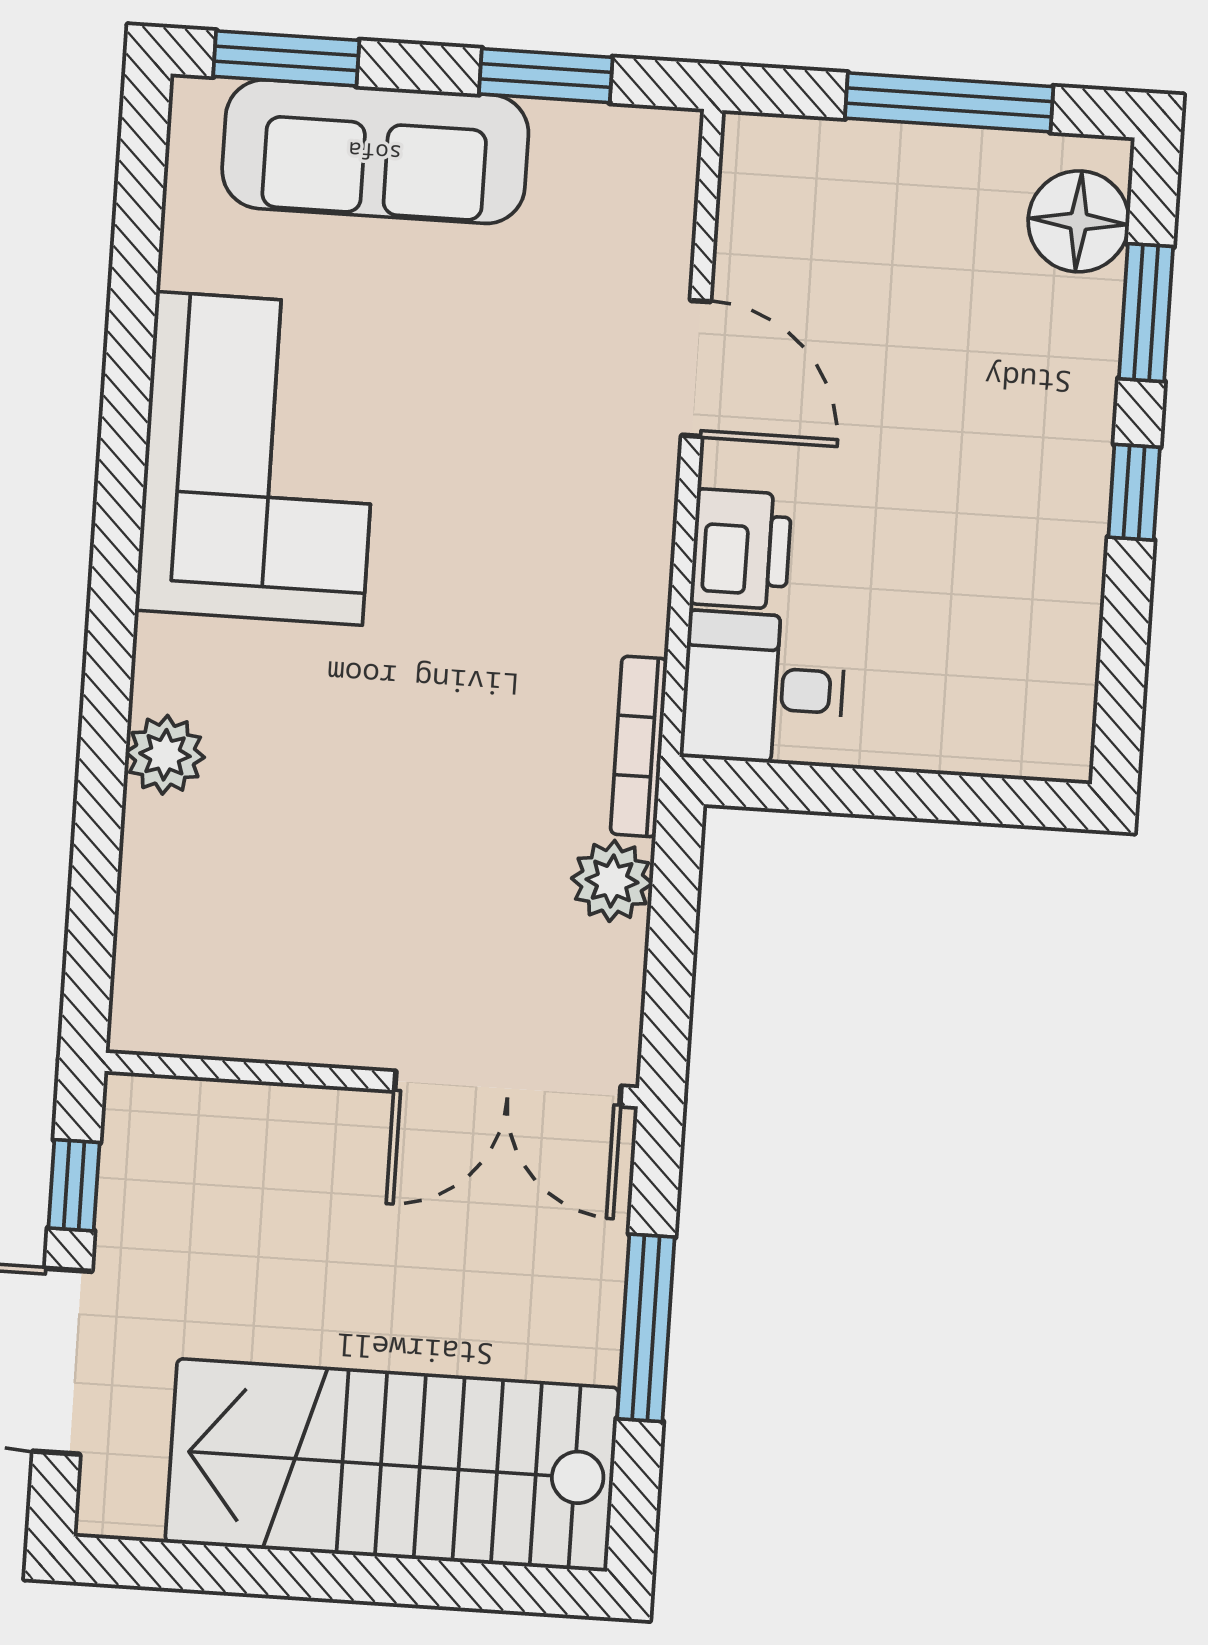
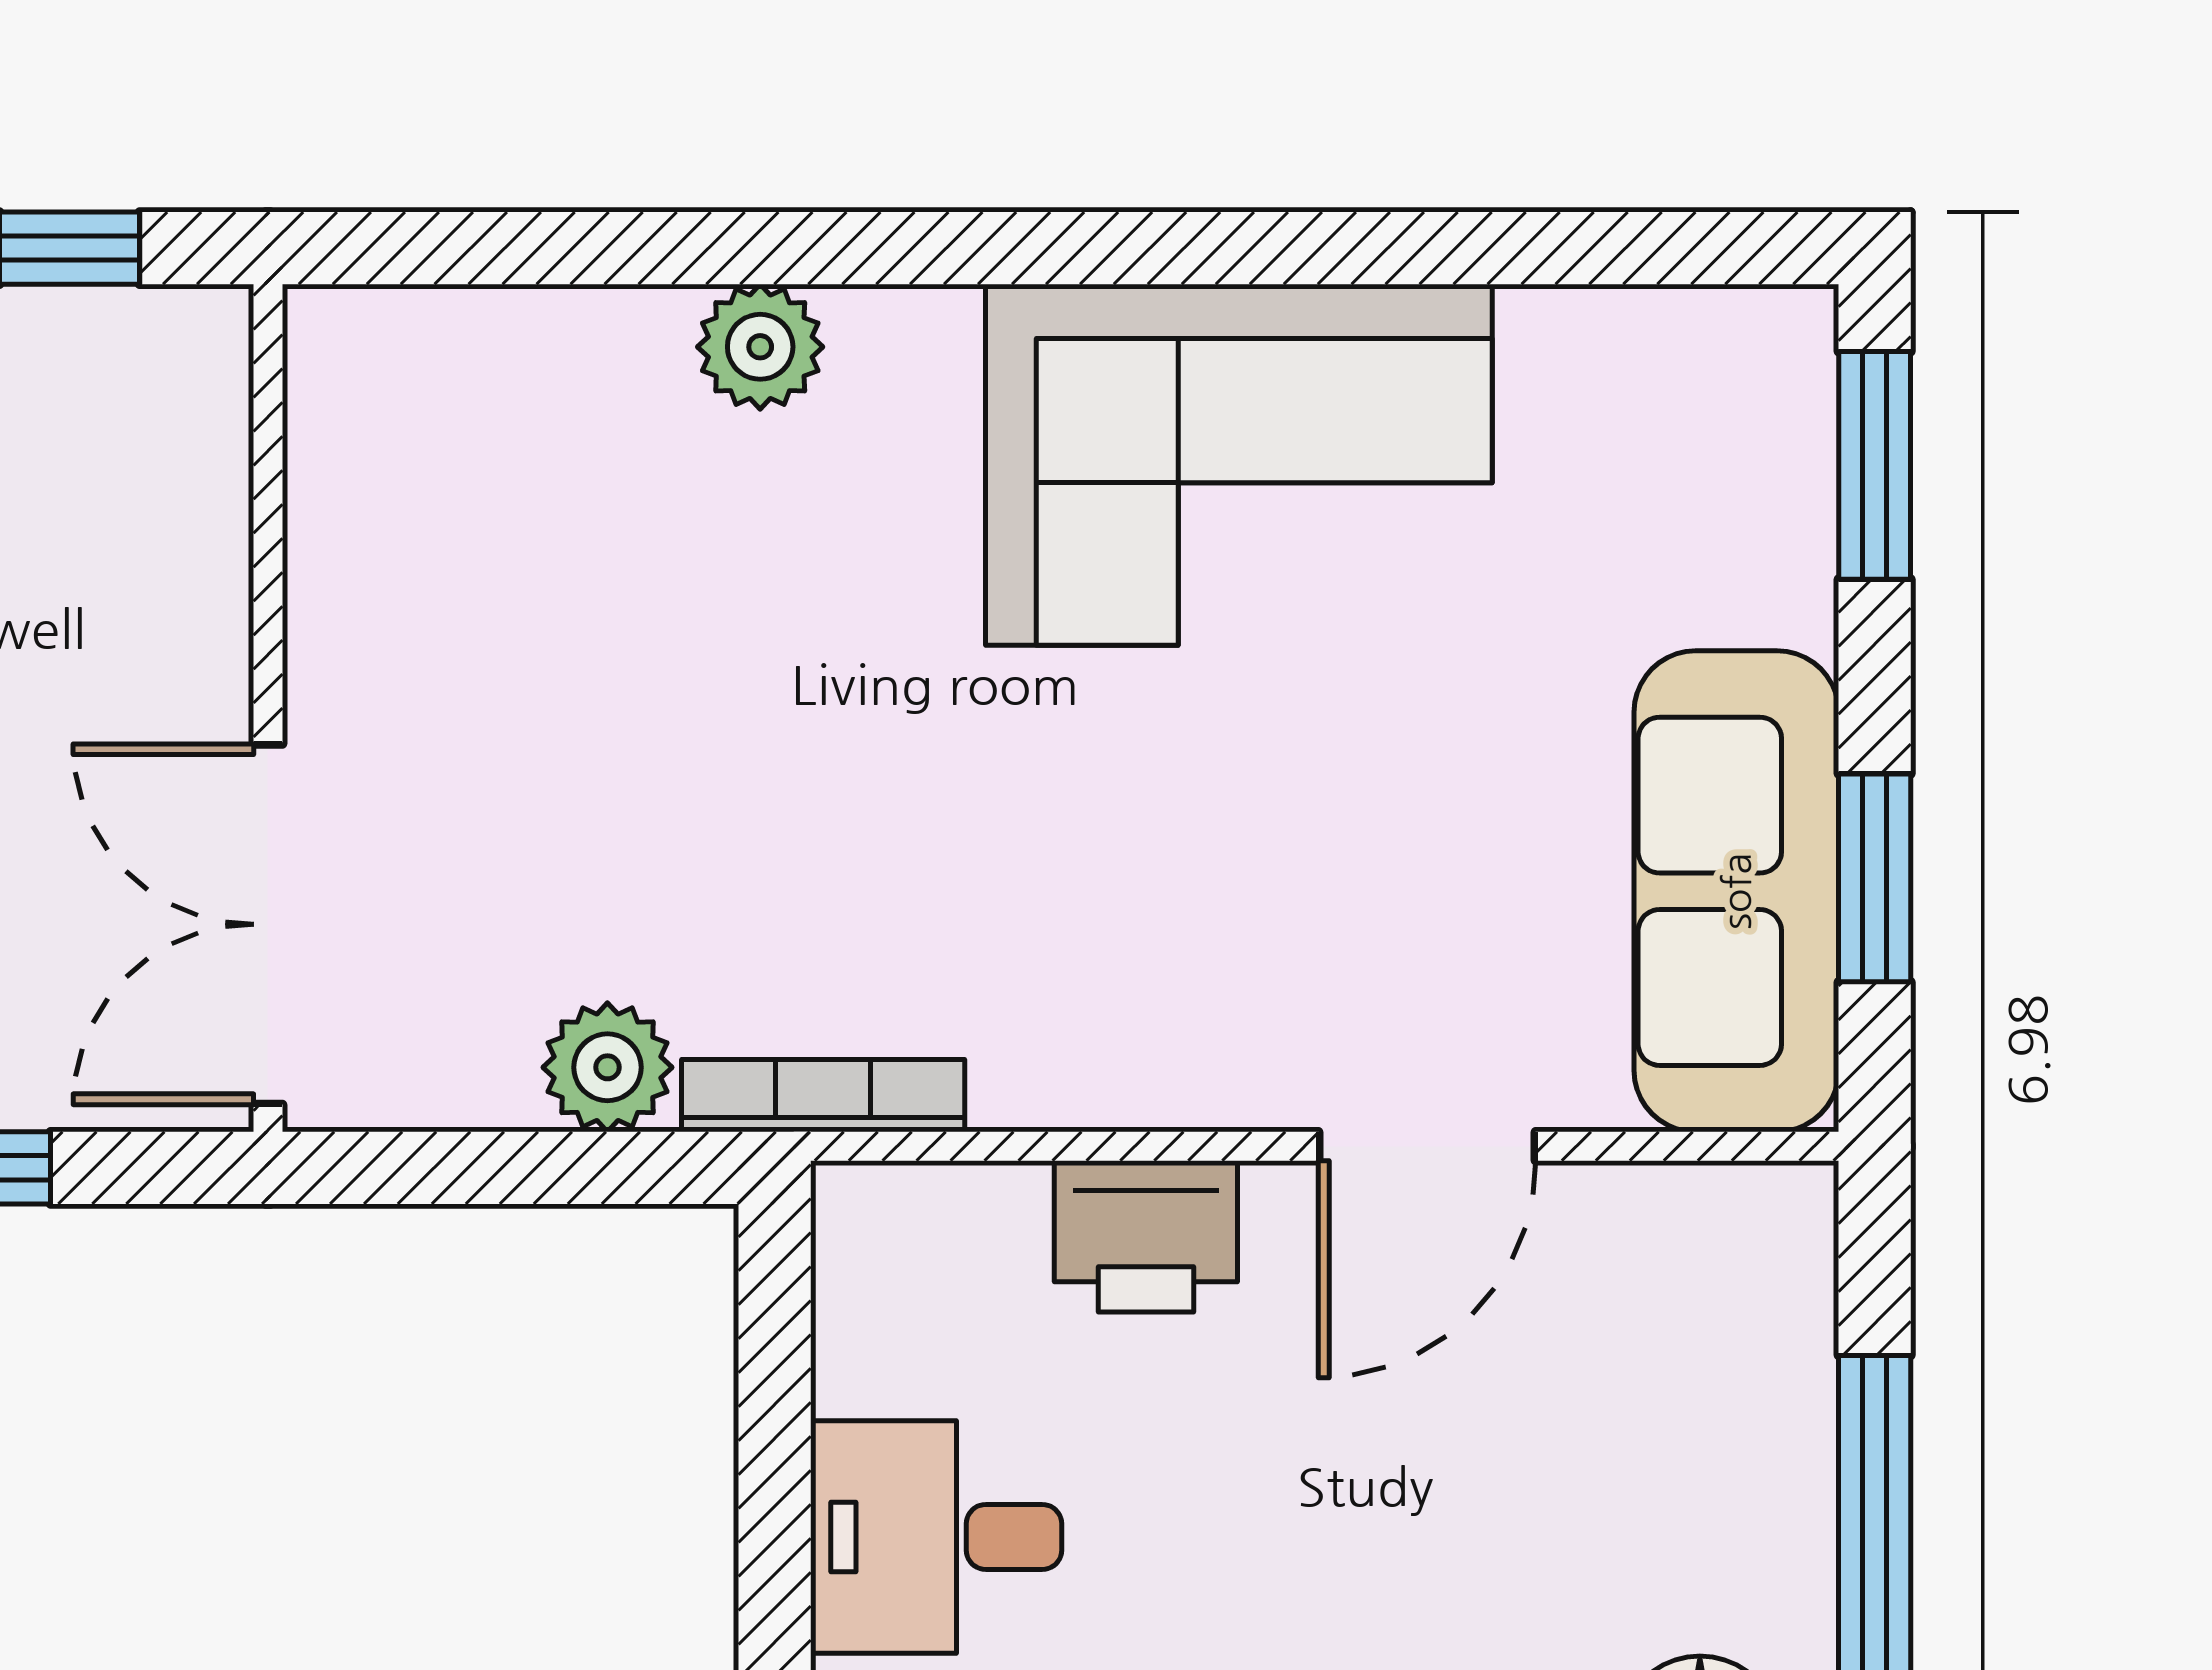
sofa: (375, 152) -> (1736, 891), moved
desk: (763, 688) -> (936, 1537), moved, turned -90

